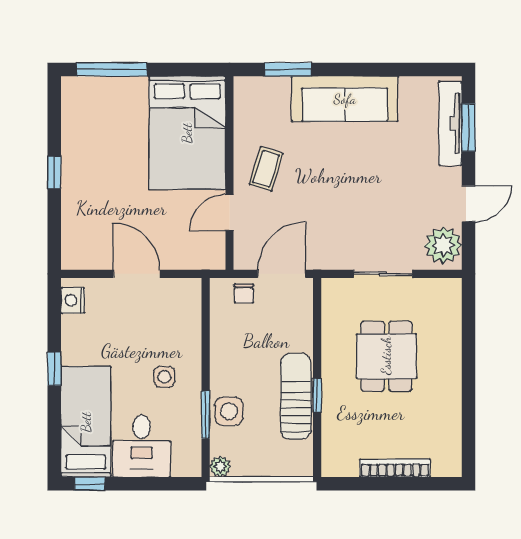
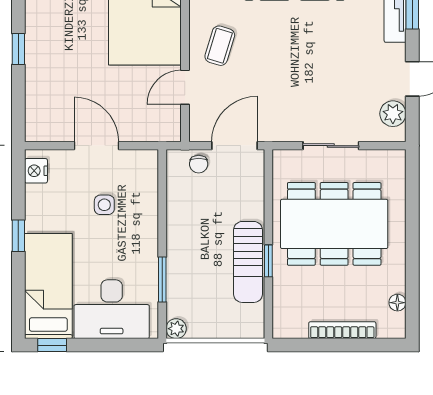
plant: (443, 245) -> (393, 114), width x0.73, depth x0.73
dining table: (386, 356) -> (334, 224), width x1.88, depth x1.24
side table: (164, 377) -> (104, 205), moved
sun lounger: (296, 396) -> (248, 262), turned 180
side table: (229, 411) -> (184, 276), removed
floor lamp: (453, 439) -> (397, 303), added
desk: (142, 446) -> (112, 309), width x1.37

